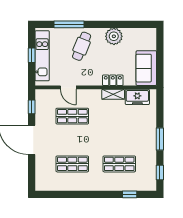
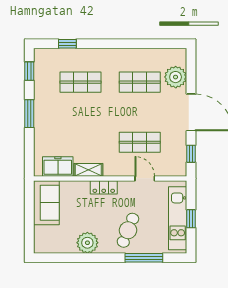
locker: (113, 80) -> (104, 187), moved
plant: (44, 168) -> (176, 77), added

